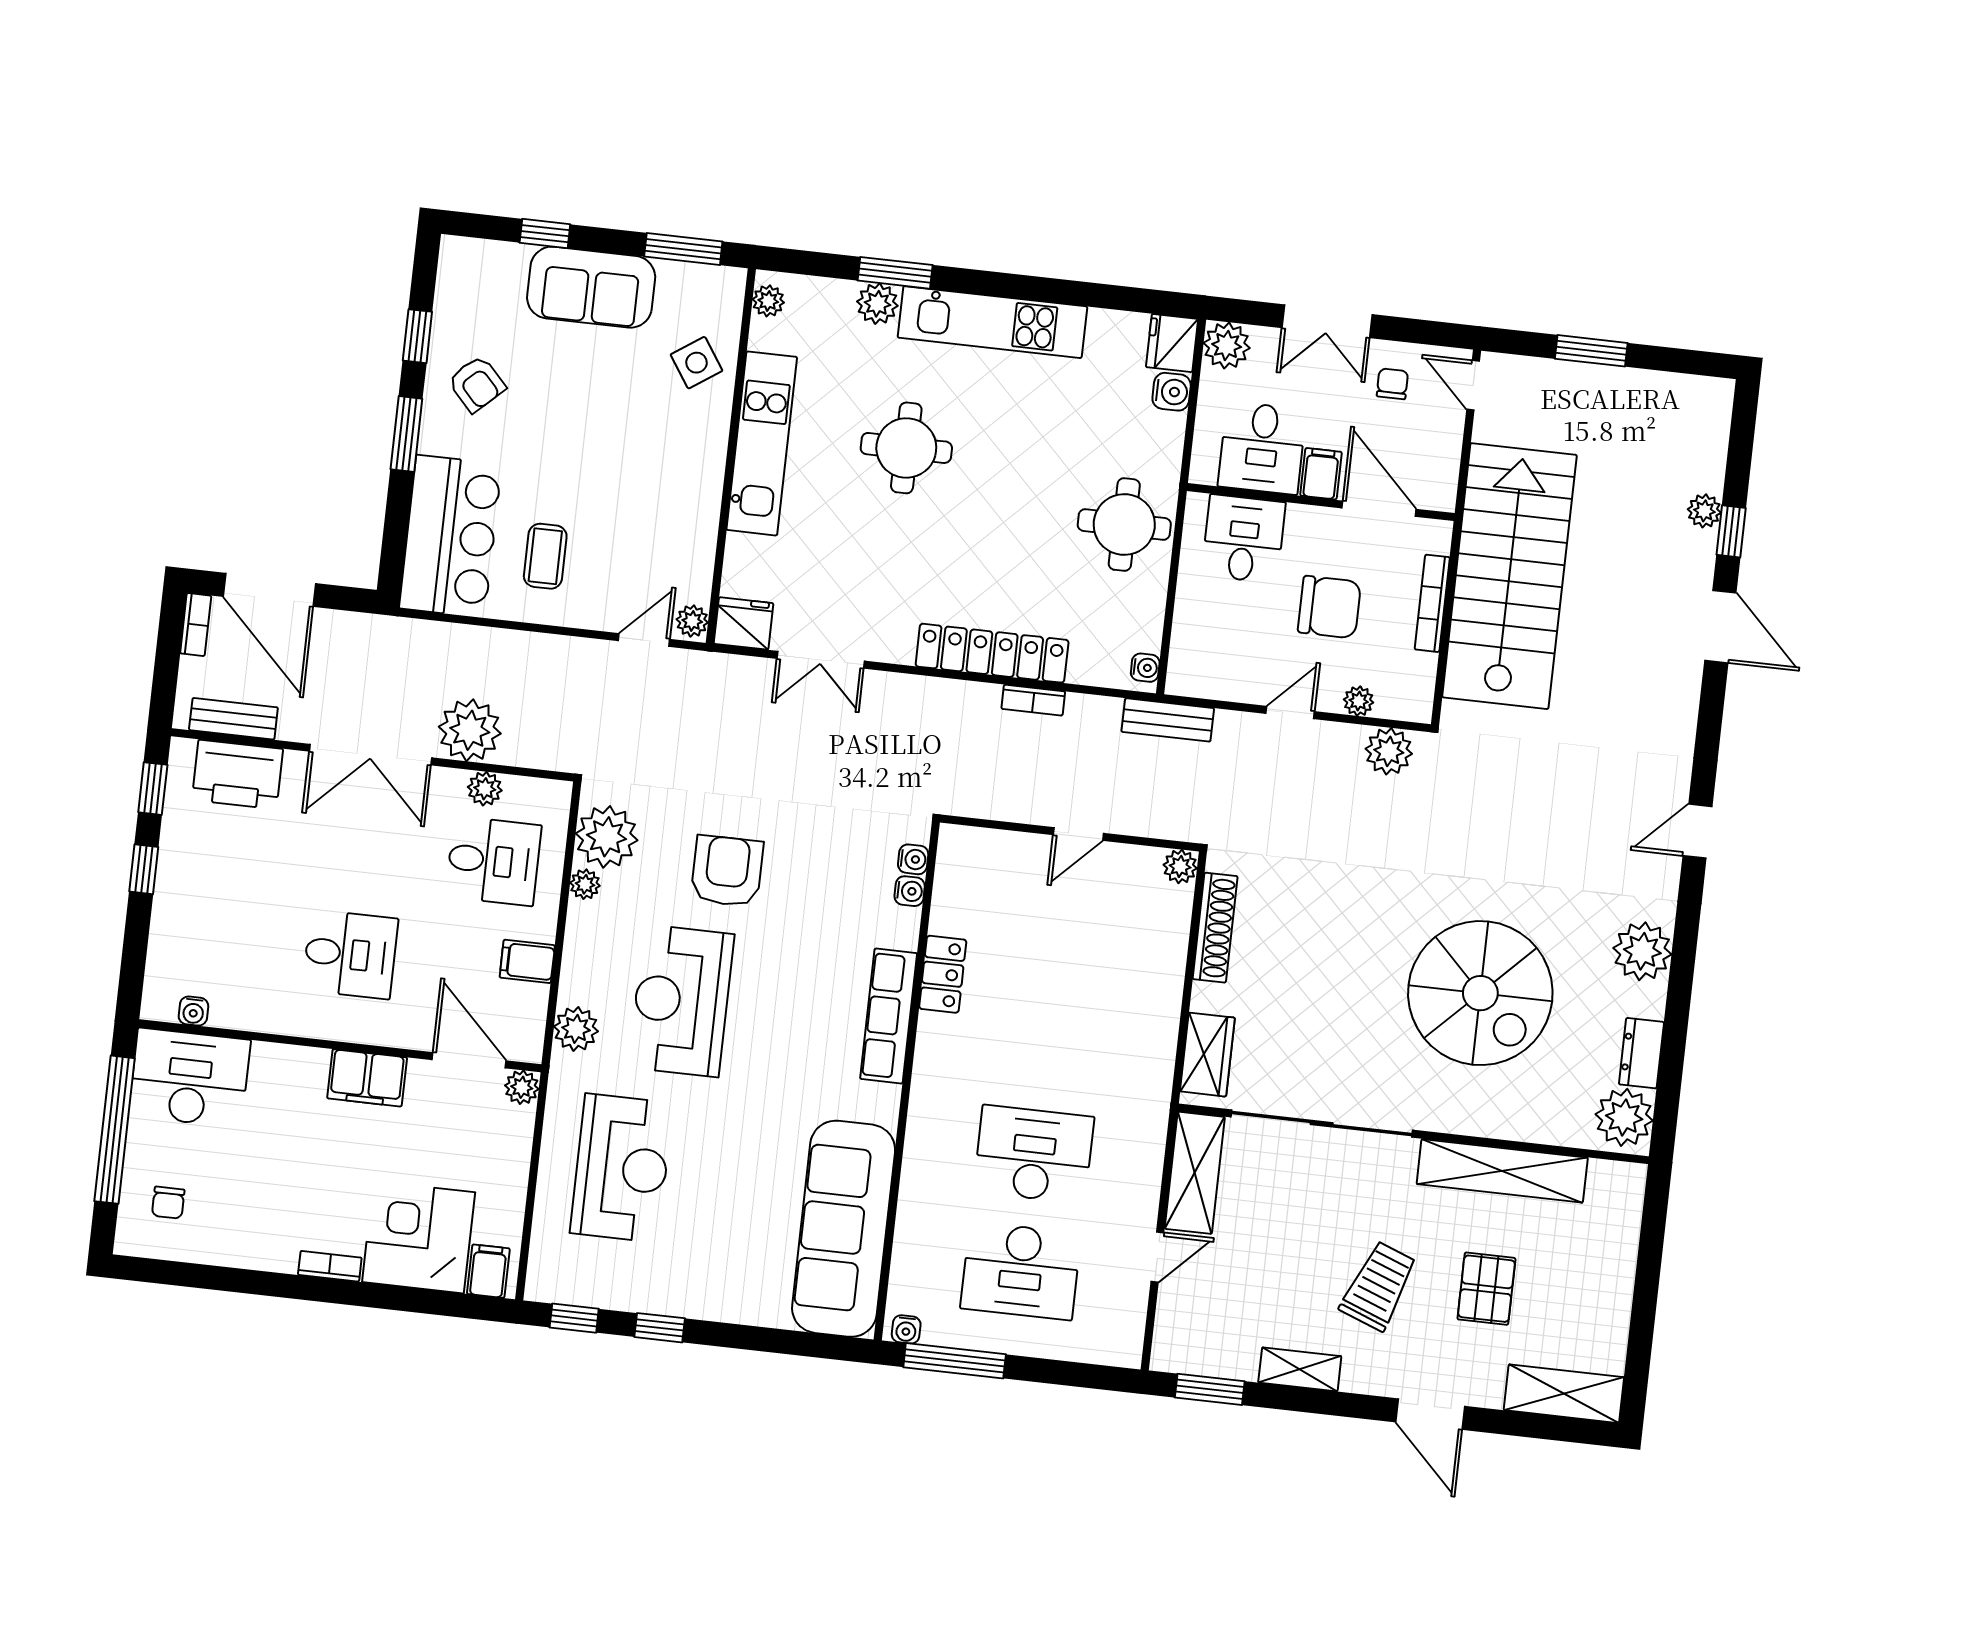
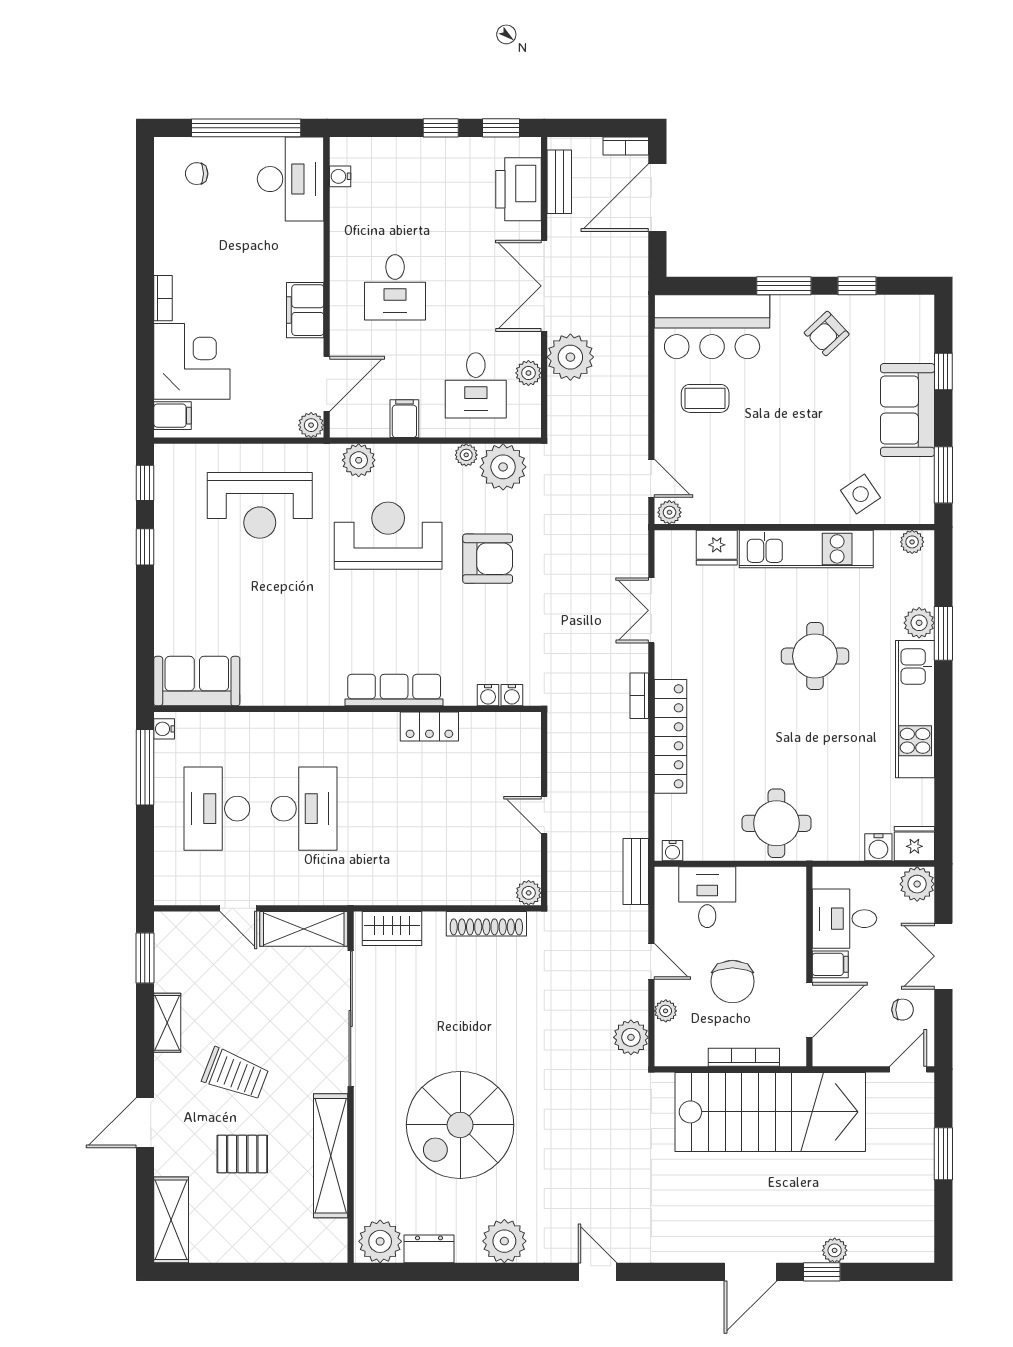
desk: (1244, 539) -> (707, 897), moved, turned -90
fridge: (744, 623) -> (717, 548), moved, turned 90
bookcase: (1033, 700) -> (639, 696), moved
sofa: (844, 1229) -> (197, 681), width x0.54, depth x0.79

